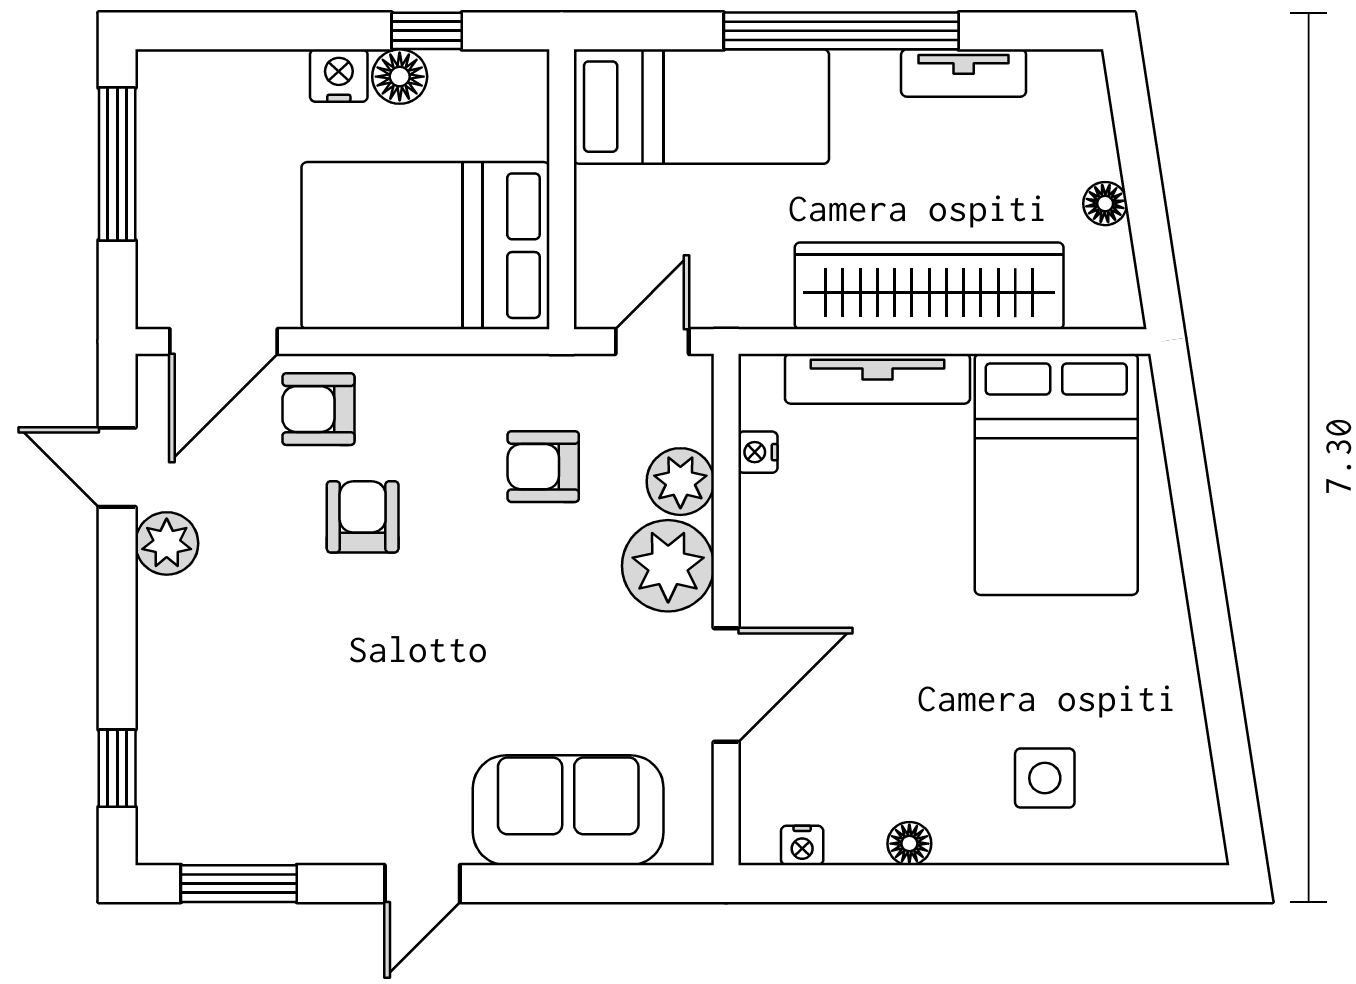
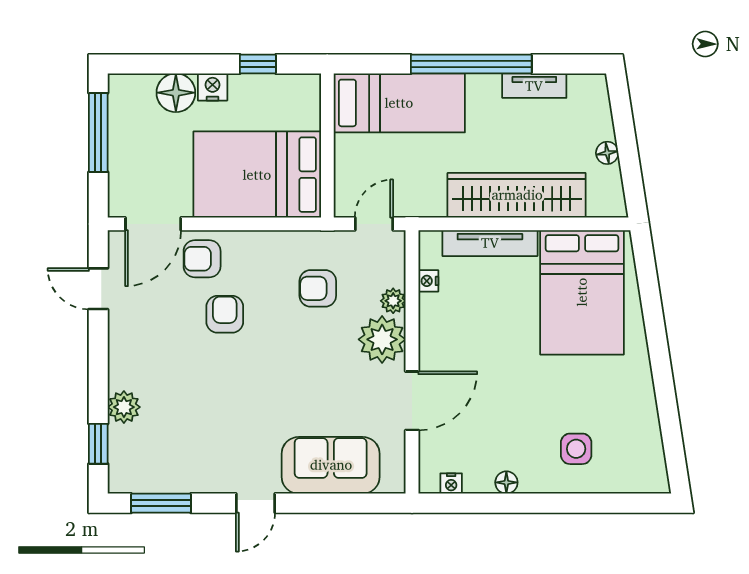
floor lamp: (400, 77) -> (176, 93), moved, width x1.38, depth x1.38
plant: (680, 482) -> (393, 301), width x0.73, depth x0.73
plant: (167, 543) -> (124, 407), moved

